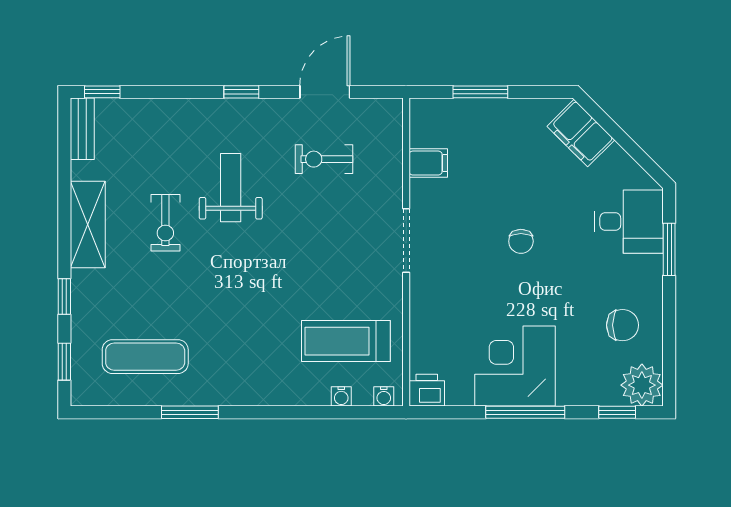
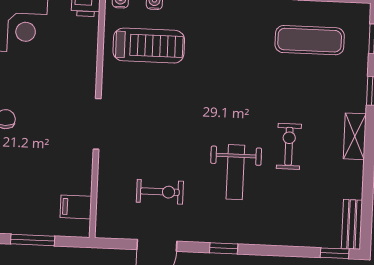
filing cabinet: (428, 163) -> (76, 207), moved
shelving: (88, 224) -> (355, 136), width x0.67, depth x0.75

